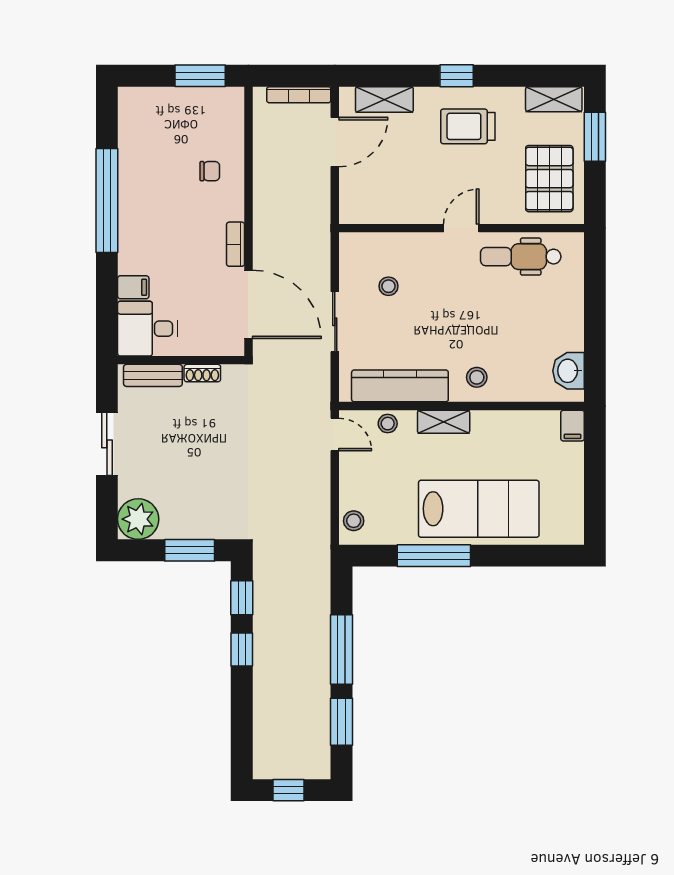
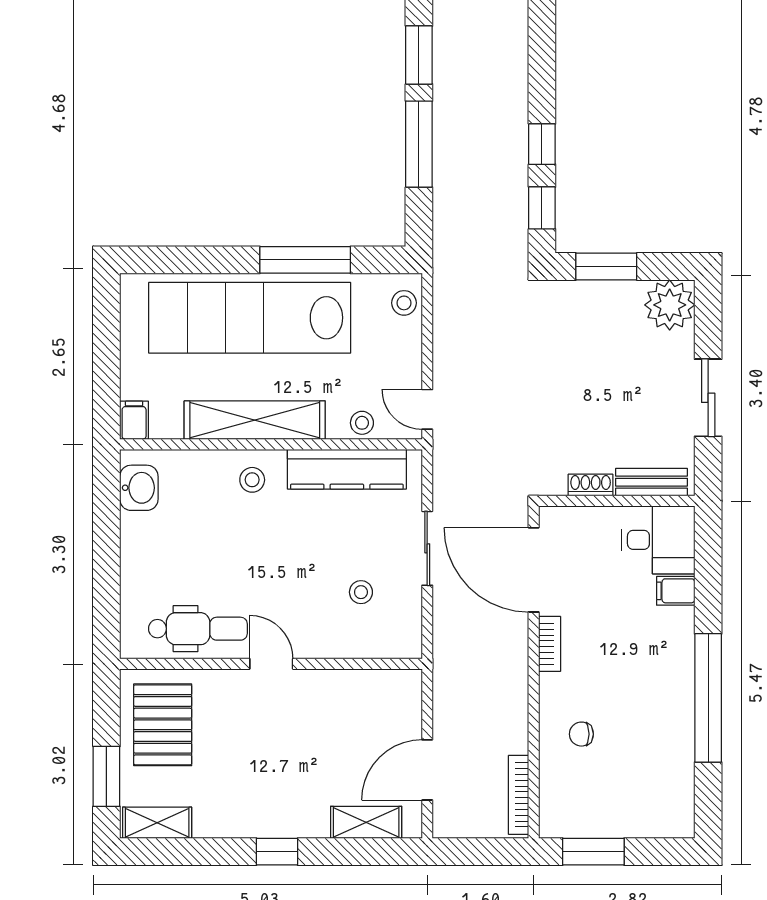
bookcase: (299, 95) -> (519, 795), moved, turned -90
trolley: (468, 126) -> (263, 789), removed
door: (461, 228) -> (271, 664), swing flipped
shelving: (444, 422) -> (255, 420), width x2.20, depth x1.33
lab bench: (479, 509) -> (250, 318), width x1.36

